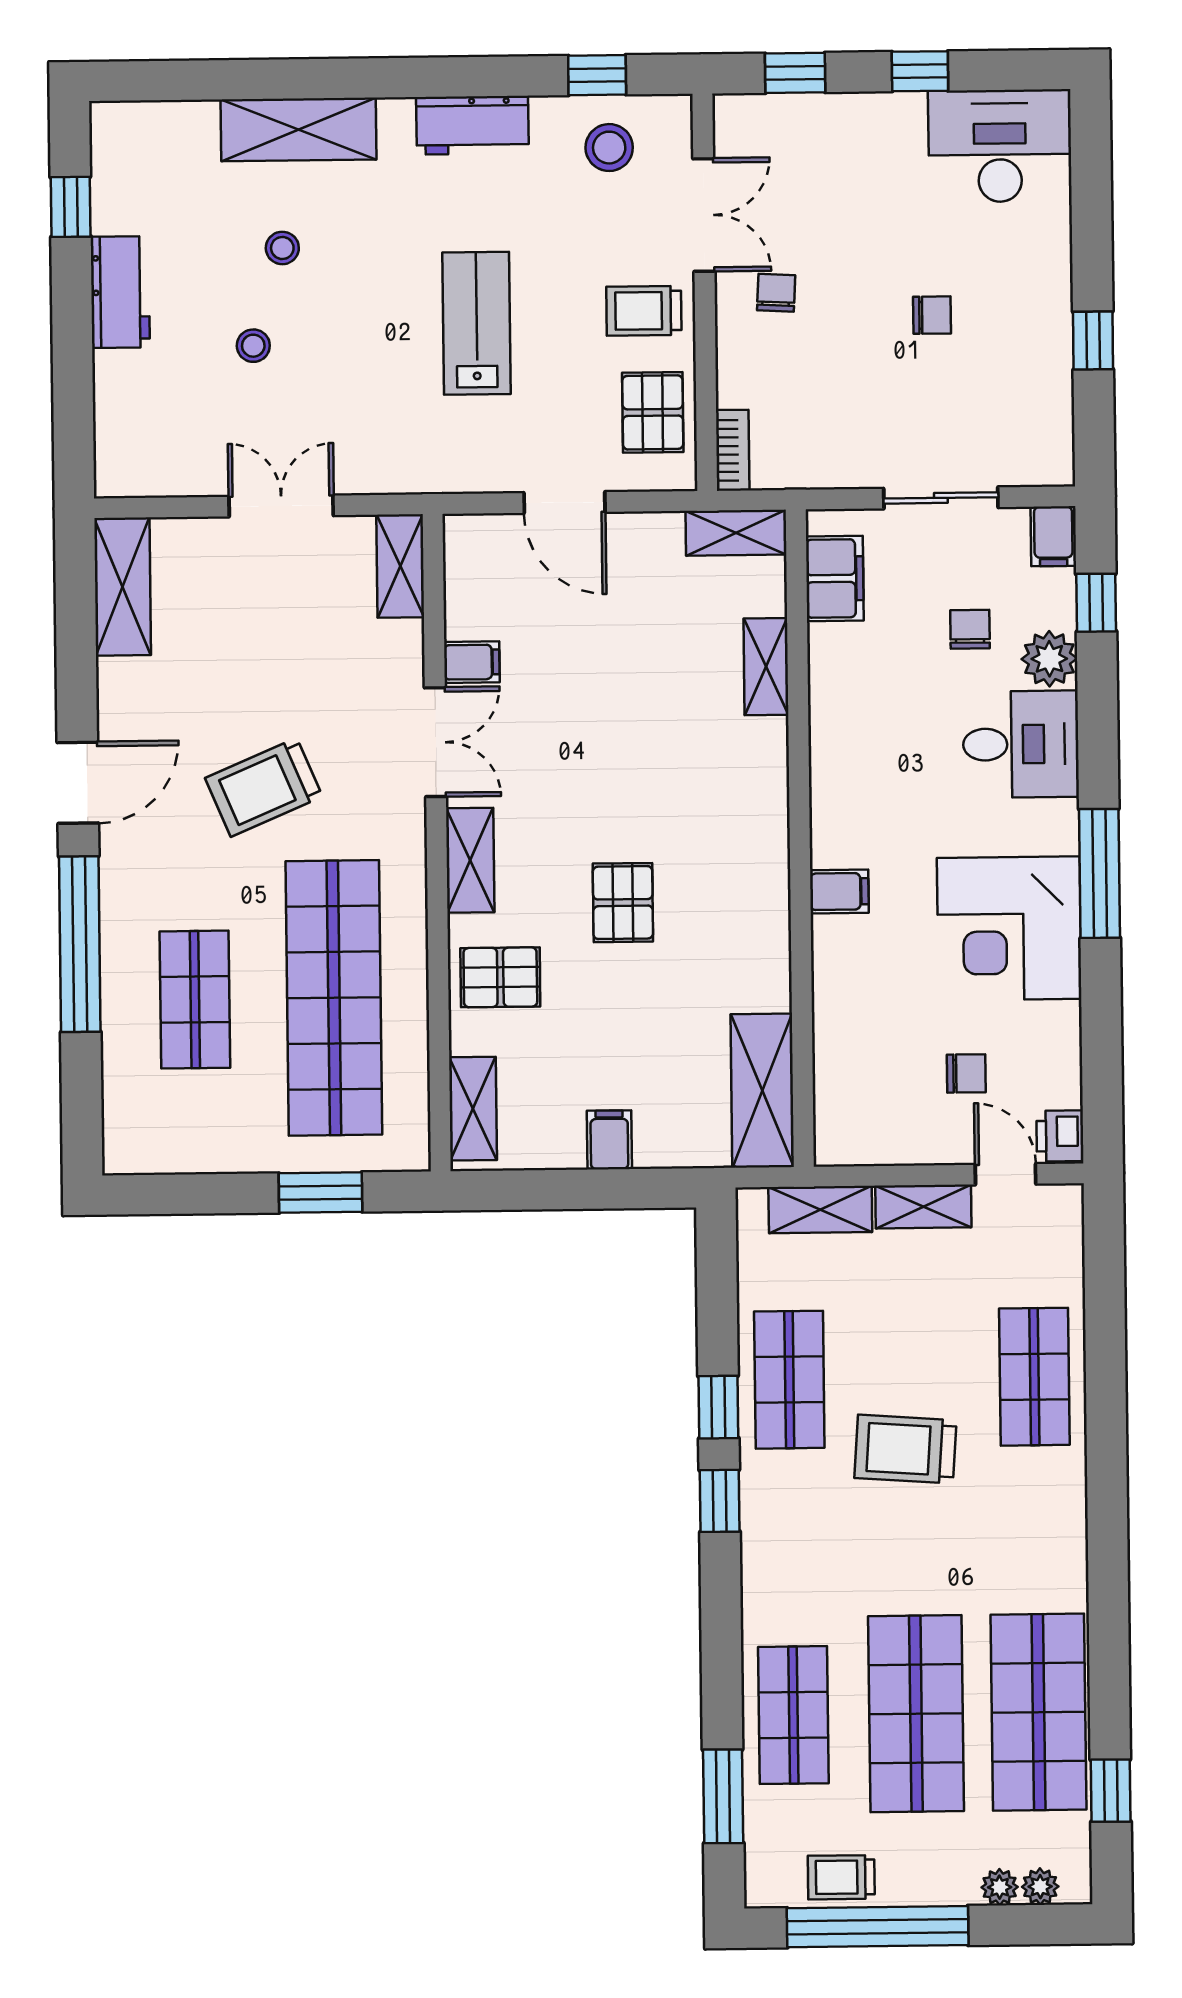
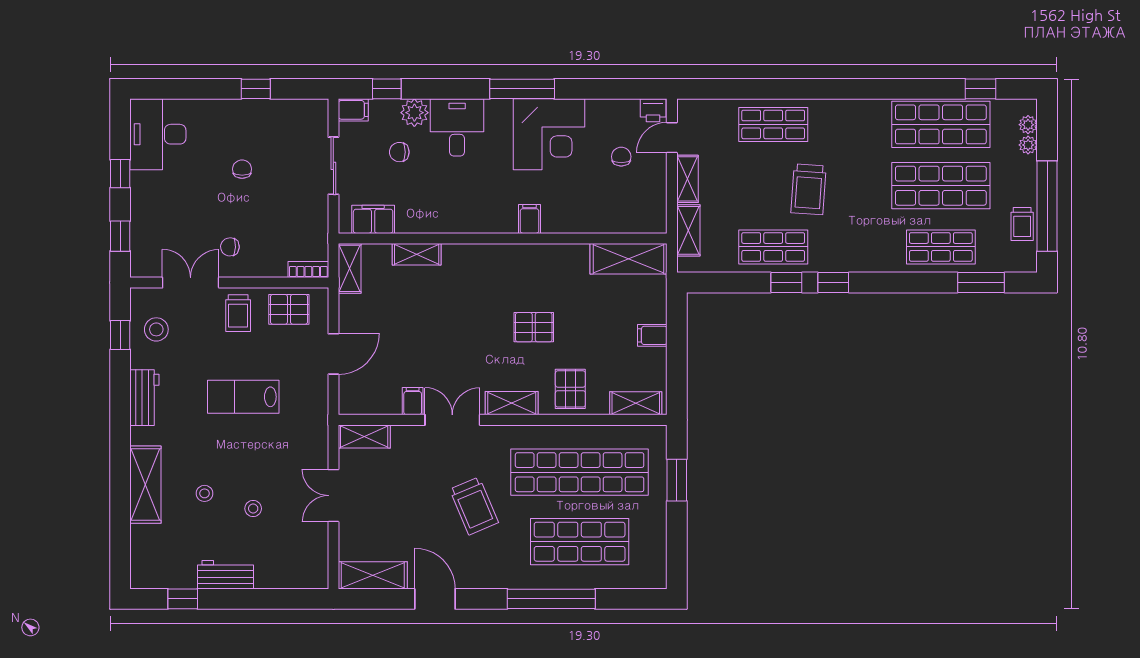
door: (78, 783) -> (435, 599), moved
shop shelf: (195, 1000) -> (580, 542), width x1.43, depth x1.36

